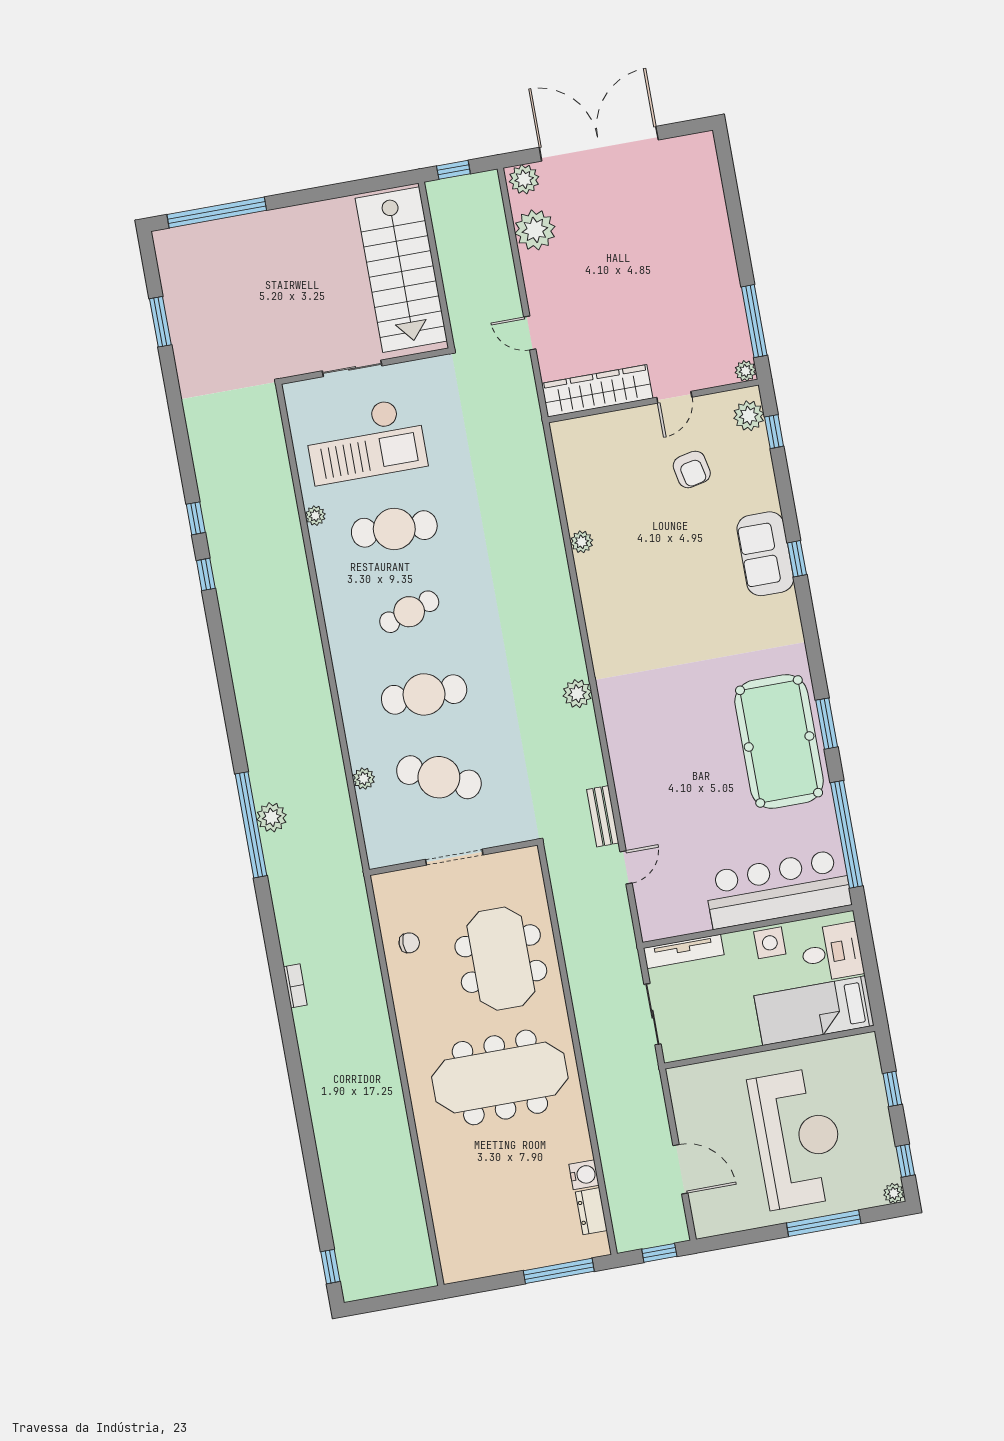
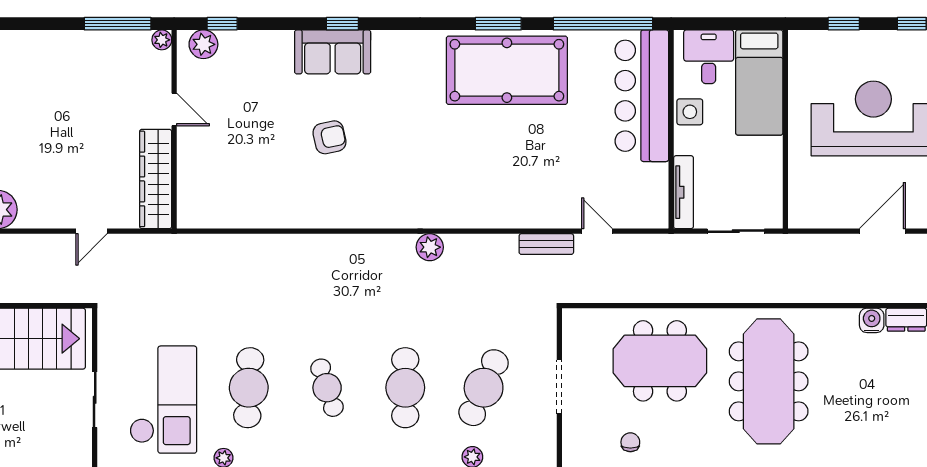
armchair: (692, 469) -> (329, 137), moved
plant: (582, 542) -> (291, 218), removed

